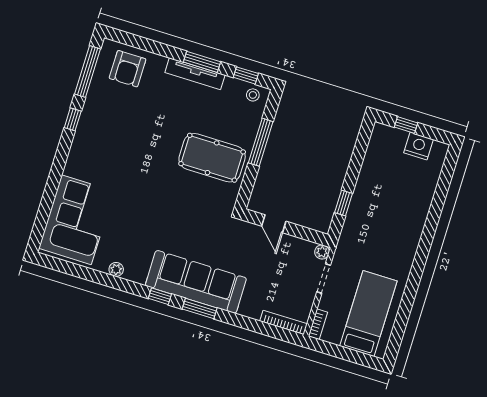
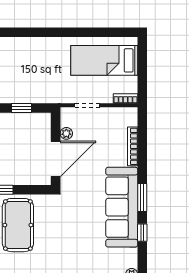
door: (274, 224) -> (56, 159), width x1.87
plant: (322, 252) -> (66, 133), moved
bookcase: (283, 322) -> (133, 146), moved

